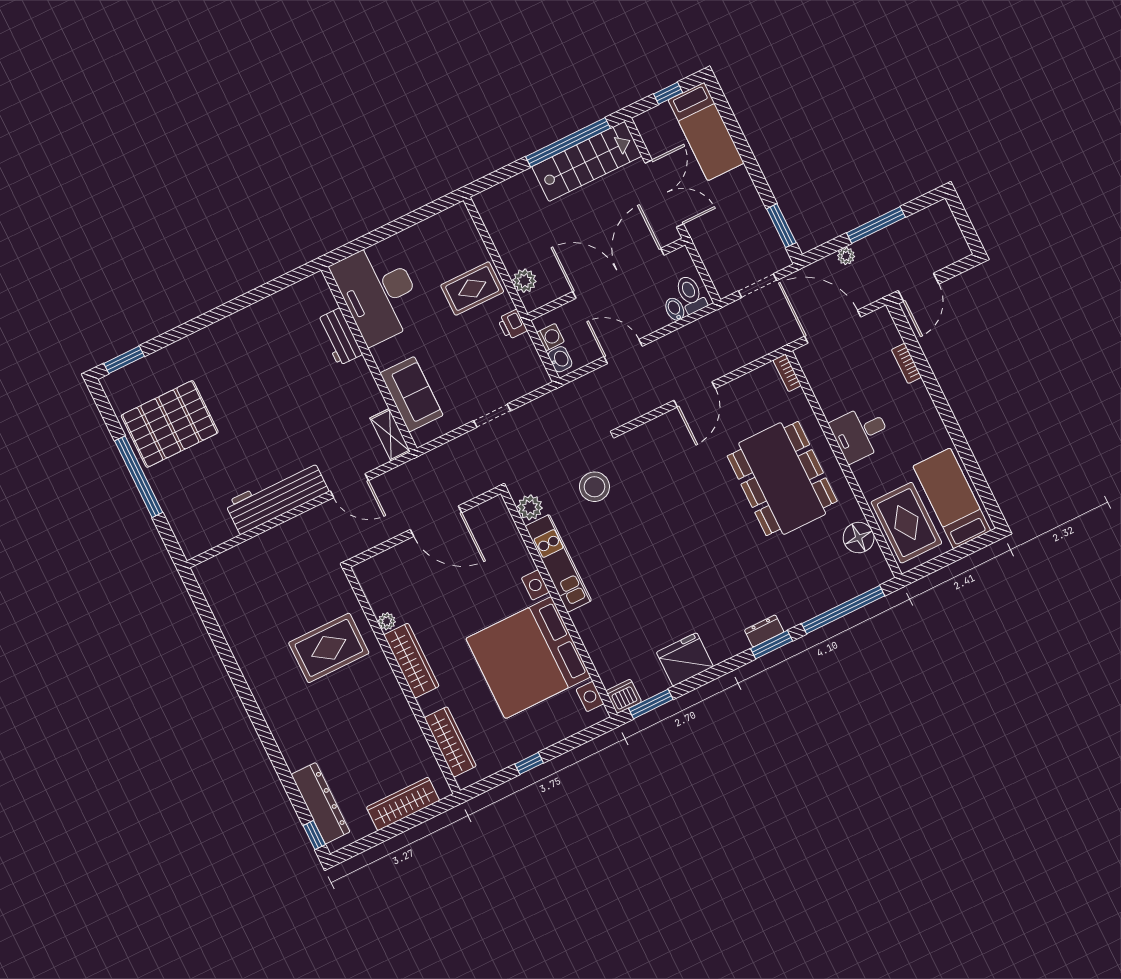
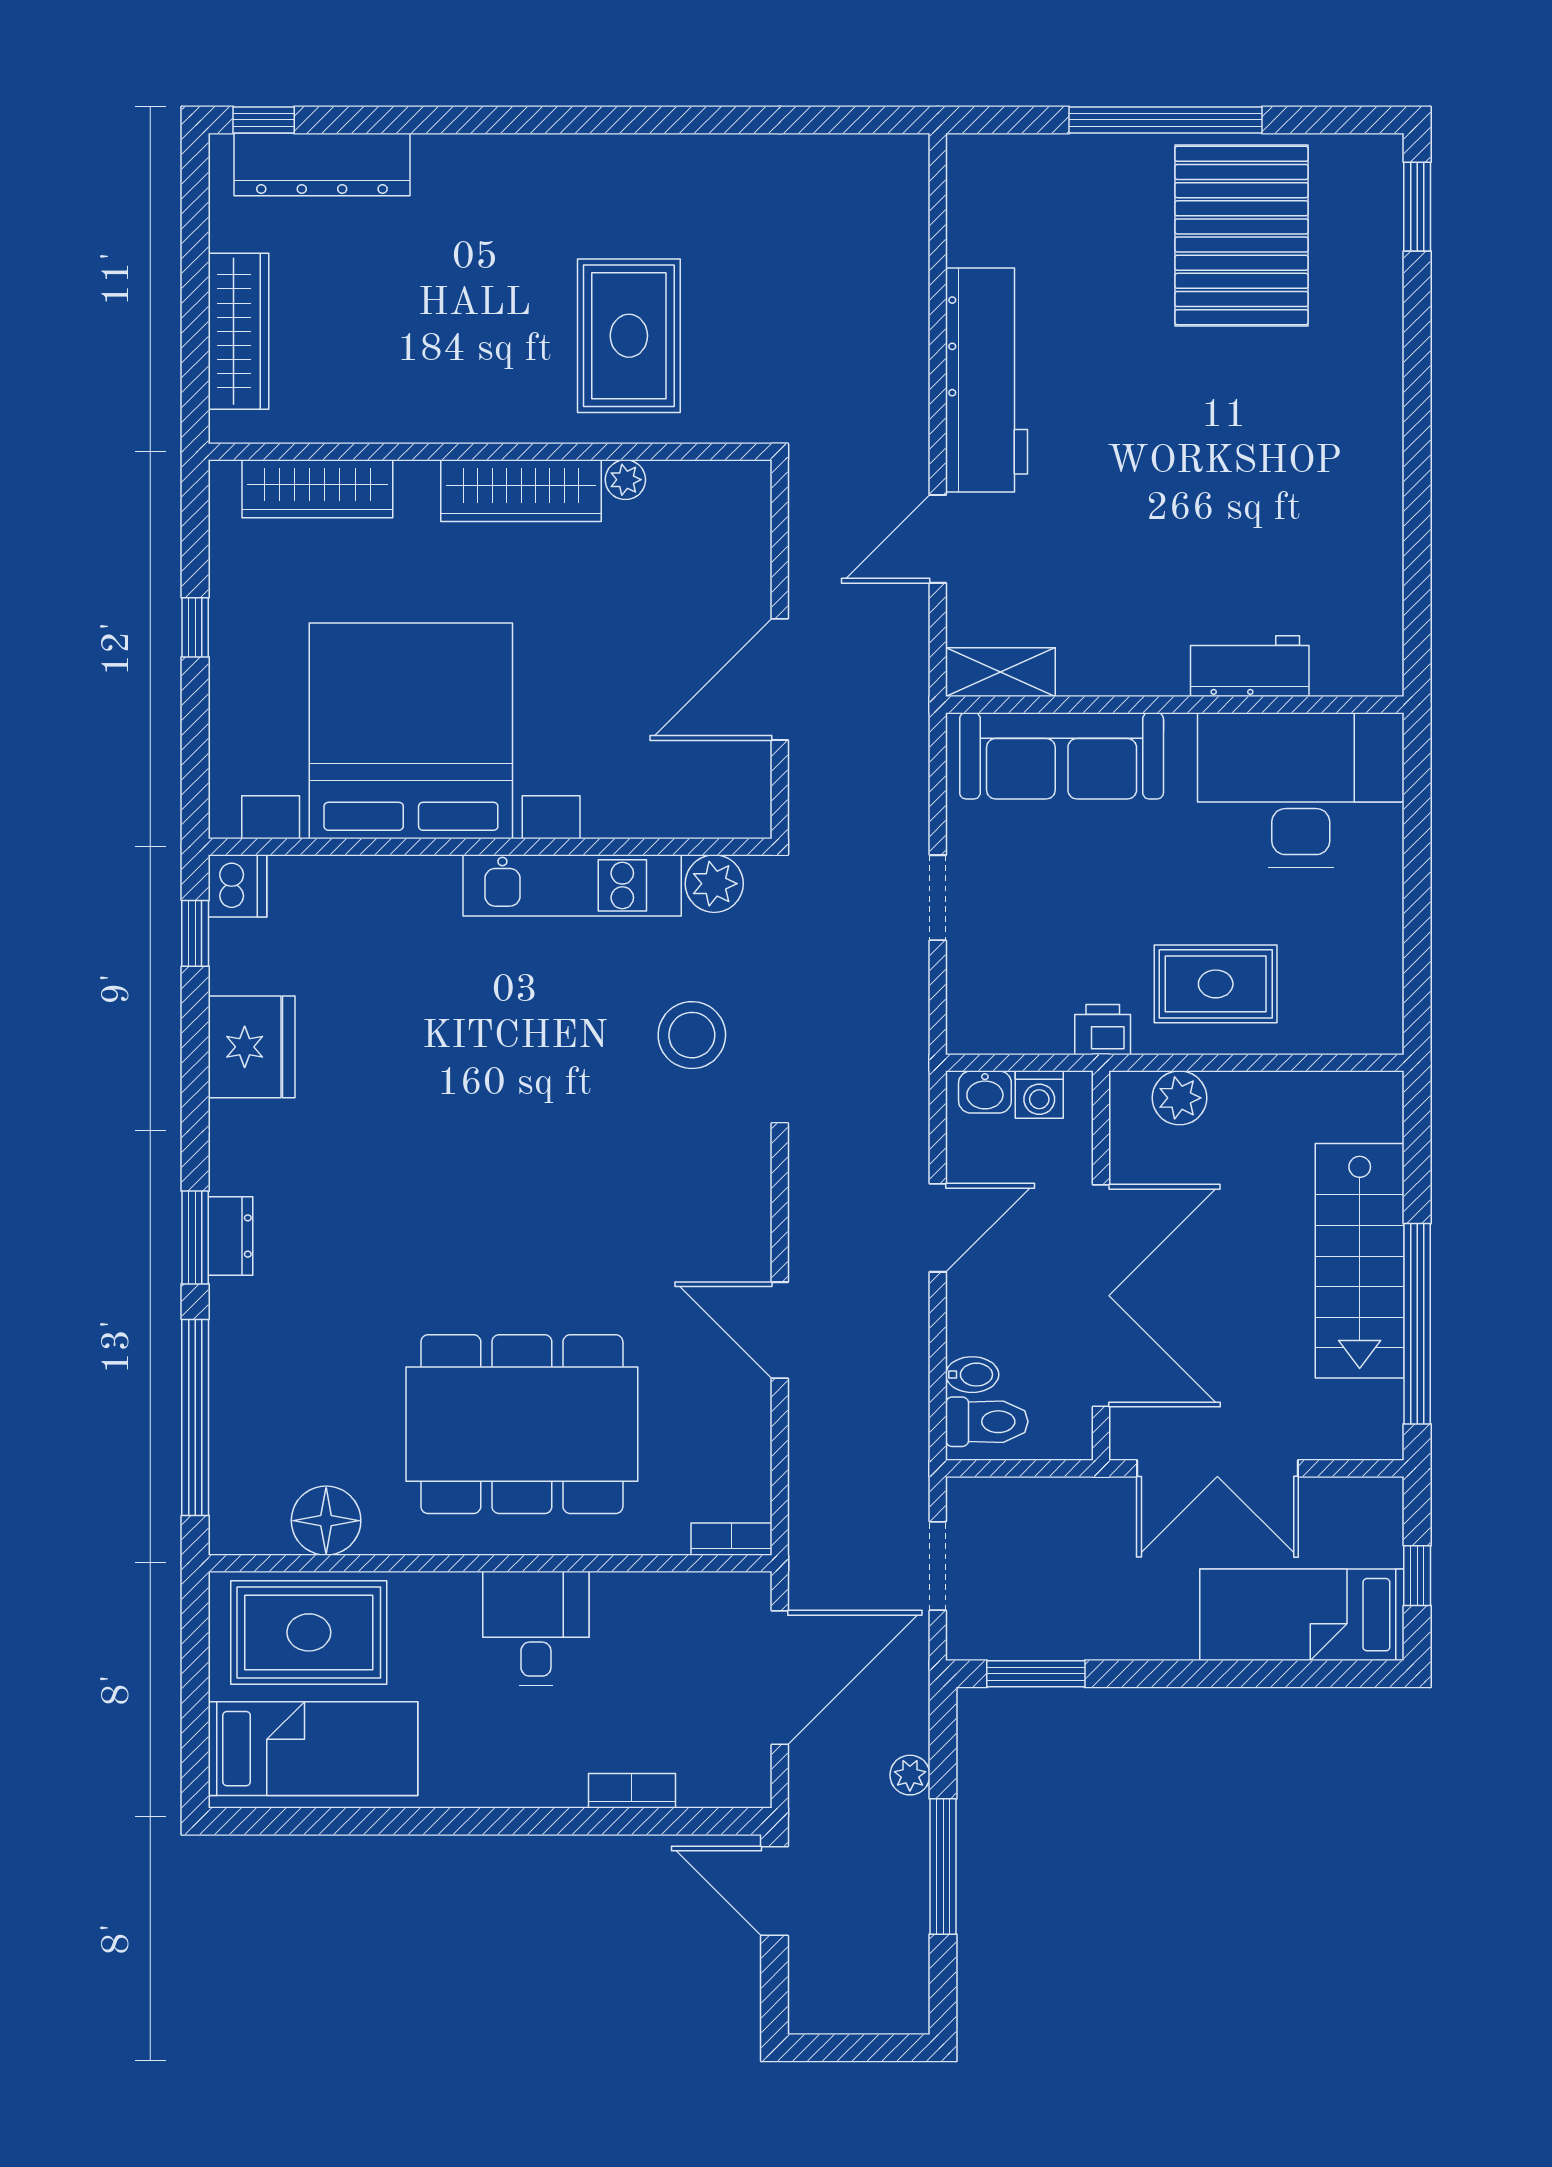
stairs: (587, 161) -> (1360, 1261), moved
rug: (472, 289) -> (1216, 984), turned 90
sofa: (412, 394) -> (1062, 756), width x1.36
window: (651, 704) -> (195, 933), width x0.67

